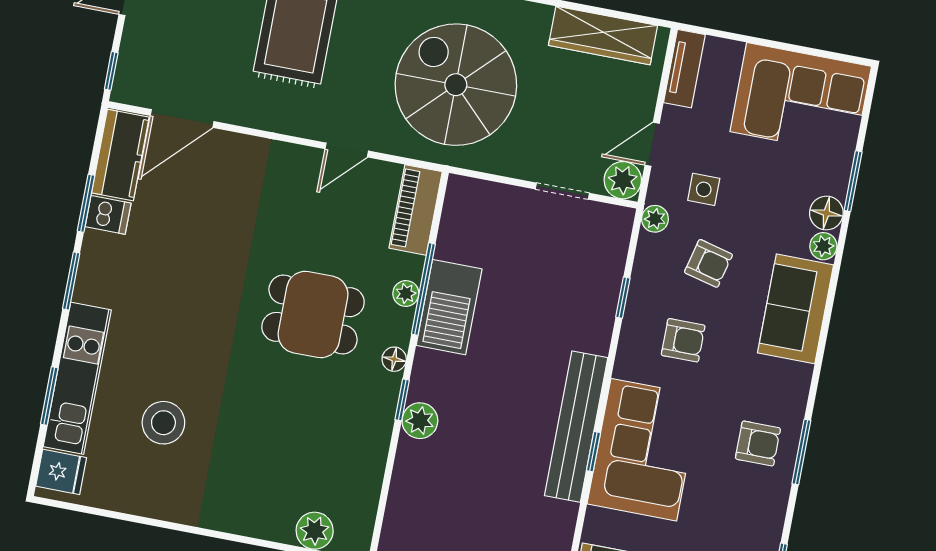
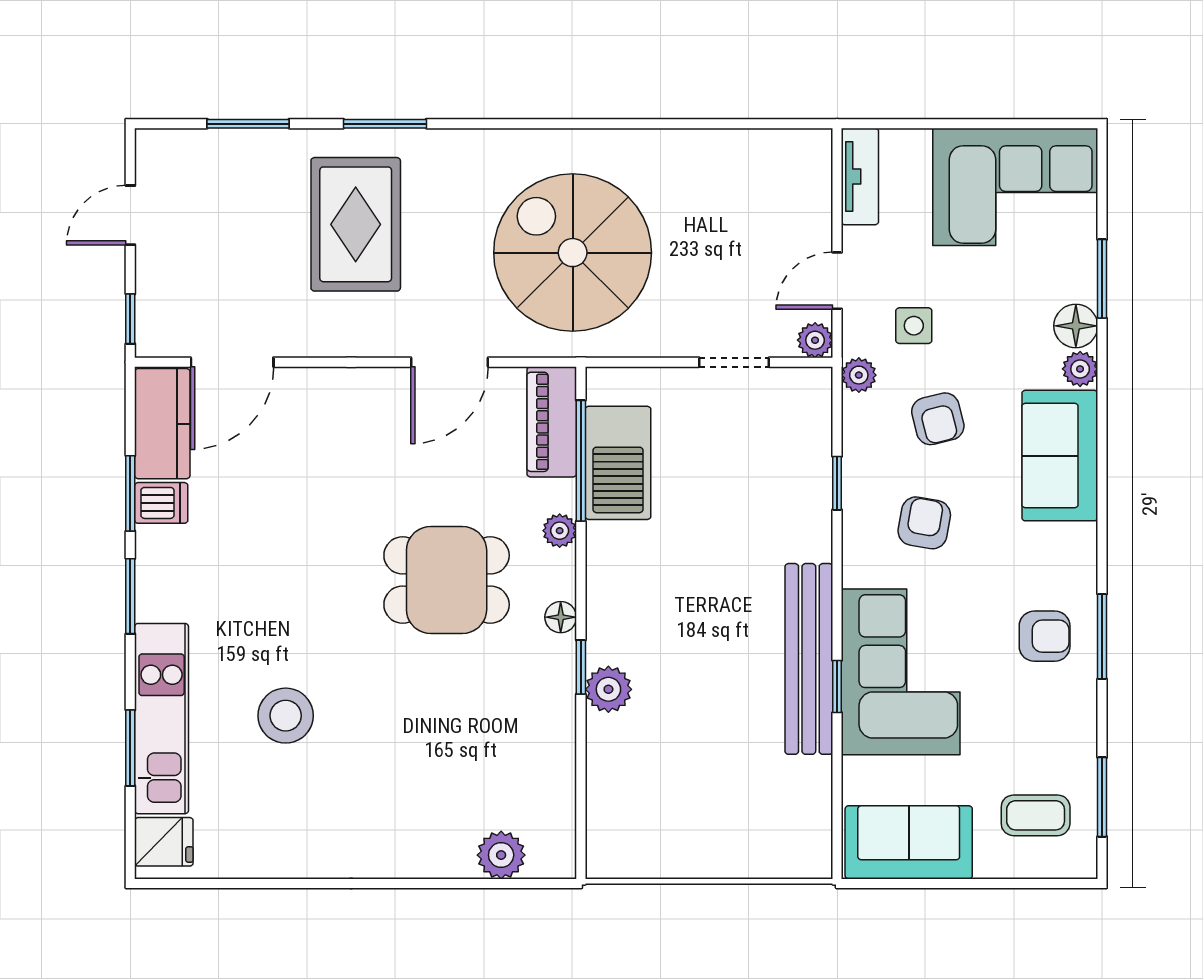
wardrobe: (603, 35) -> (748, 154), removed
door: (347, 150) -> (449, 362), width x1.38
plant: (623, 180) -> (815, 340), width x0.73, depth x0.73
armchair: (708, 263) -> (938, 419), turned 62
window: (423, 289) -> (581, 461), moved
barbecue: (449, 307) -> (618, 463), moved
armchair: (683, 340) -> (924, 523), turned -80
stool: (163, 423) -> (286, 716), moved

